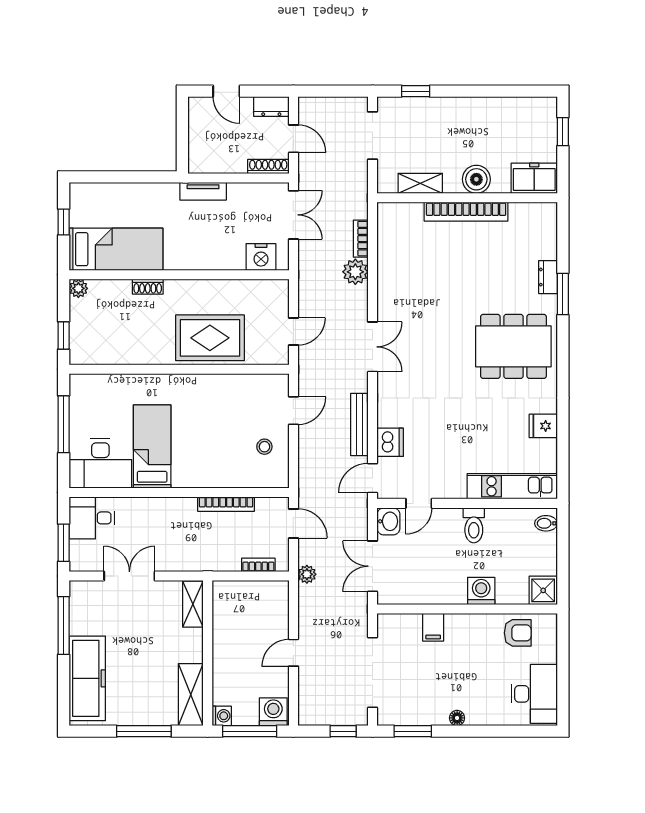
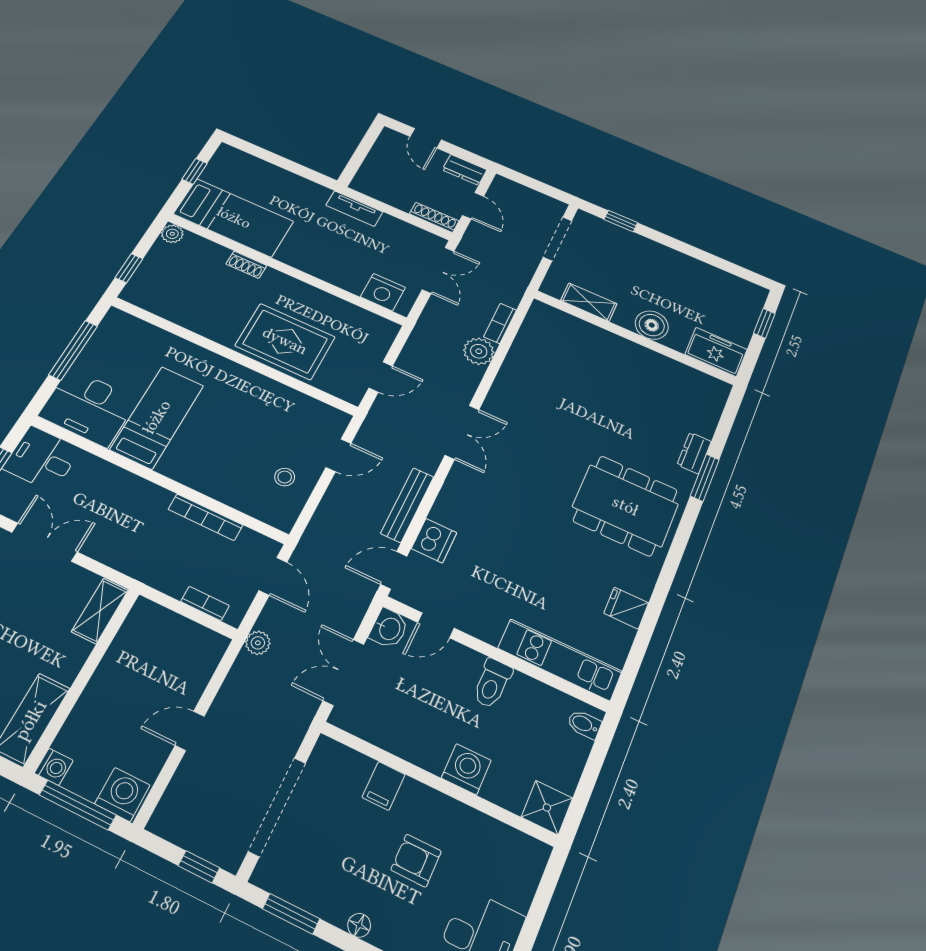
bookcase: (466, 212) -> (628, 350), removed
armchair: (518, 633) -> (416, 861), moved, turned 180

